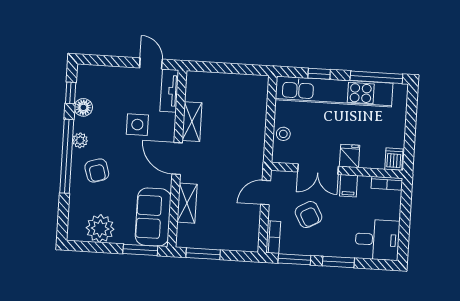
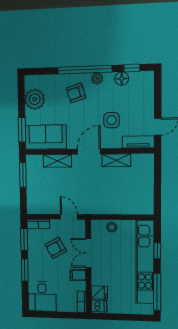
fridge: (350, 156) -> (99, 293), moved

